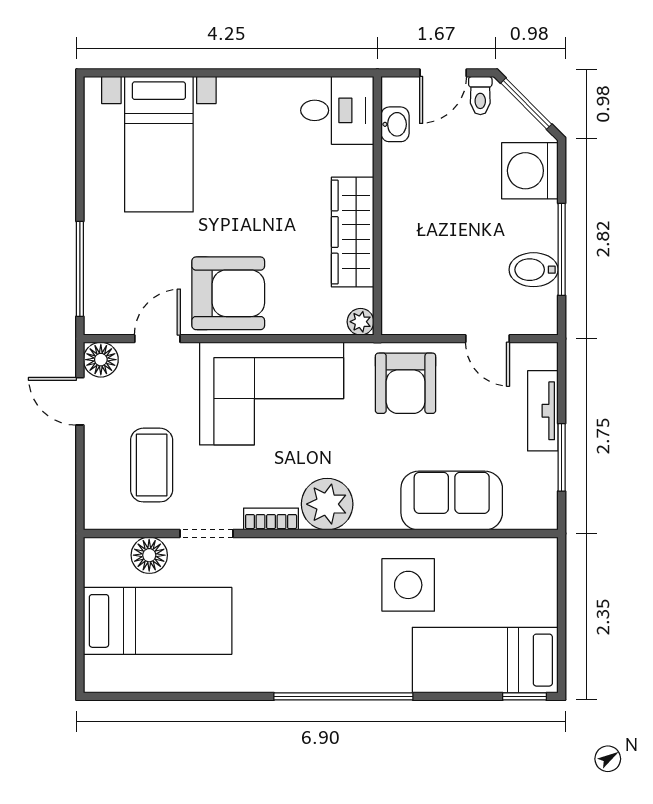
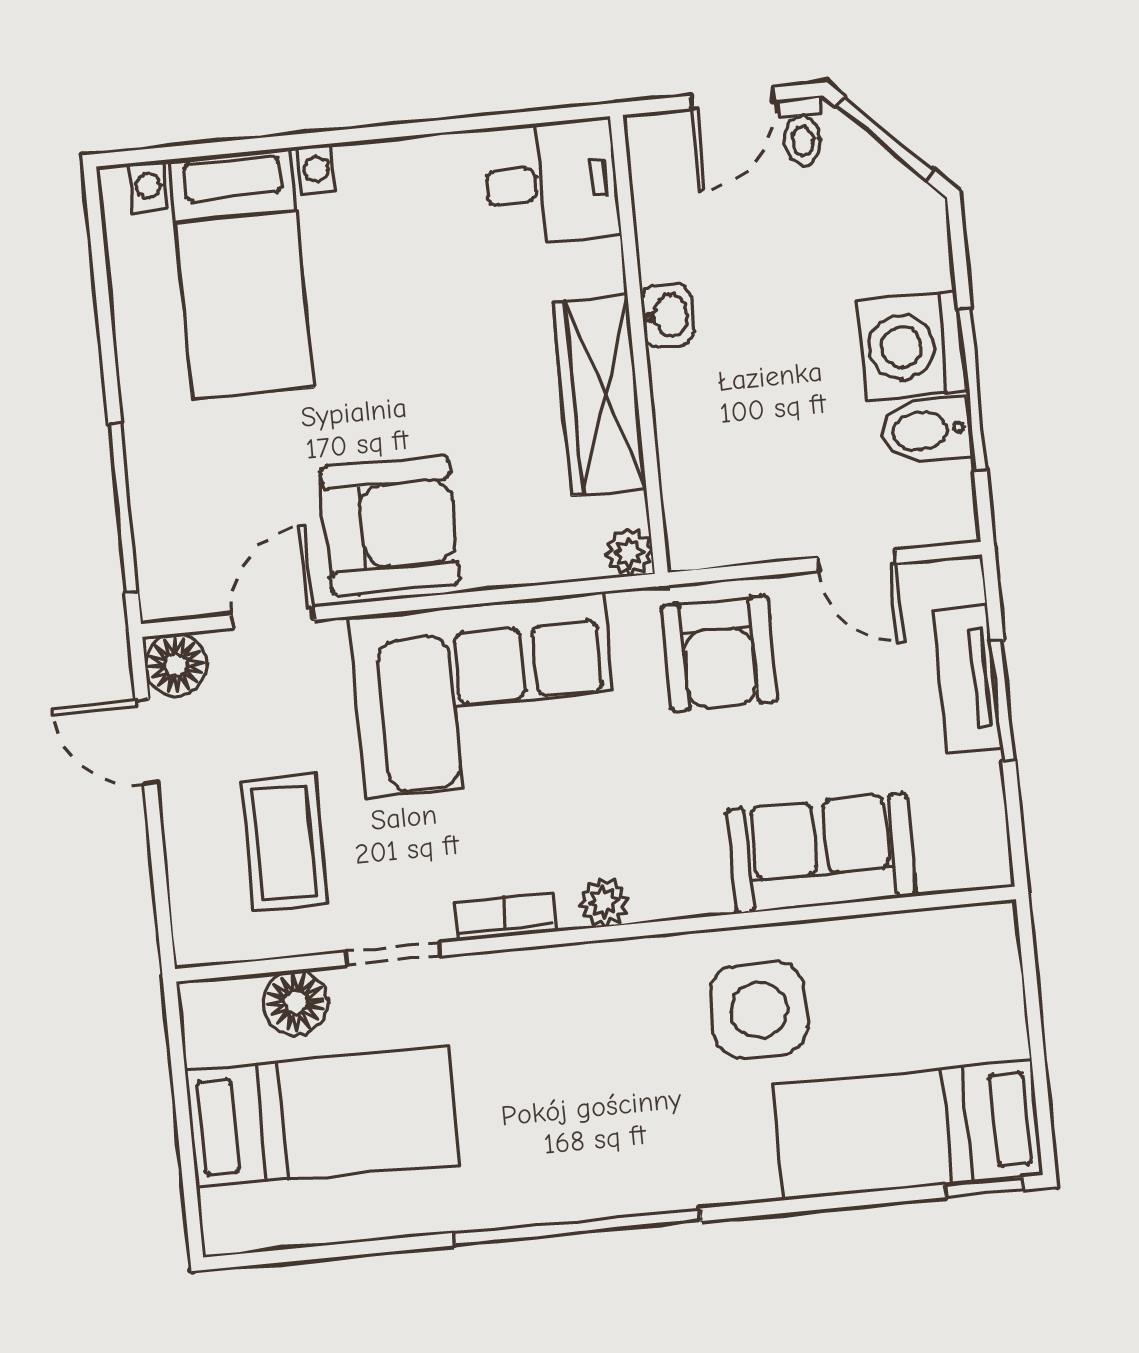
washbasin: (395, 124) -> (667, 315), moved
washing machine: (530, 171) -> (911, 346), moved
window: (562, 457) -> (1003, 701), moved
plant: (327, 504) -> (604, 902), width x0.53, depth x0.53
window: (343, 696) -> (577, 1227), moved

